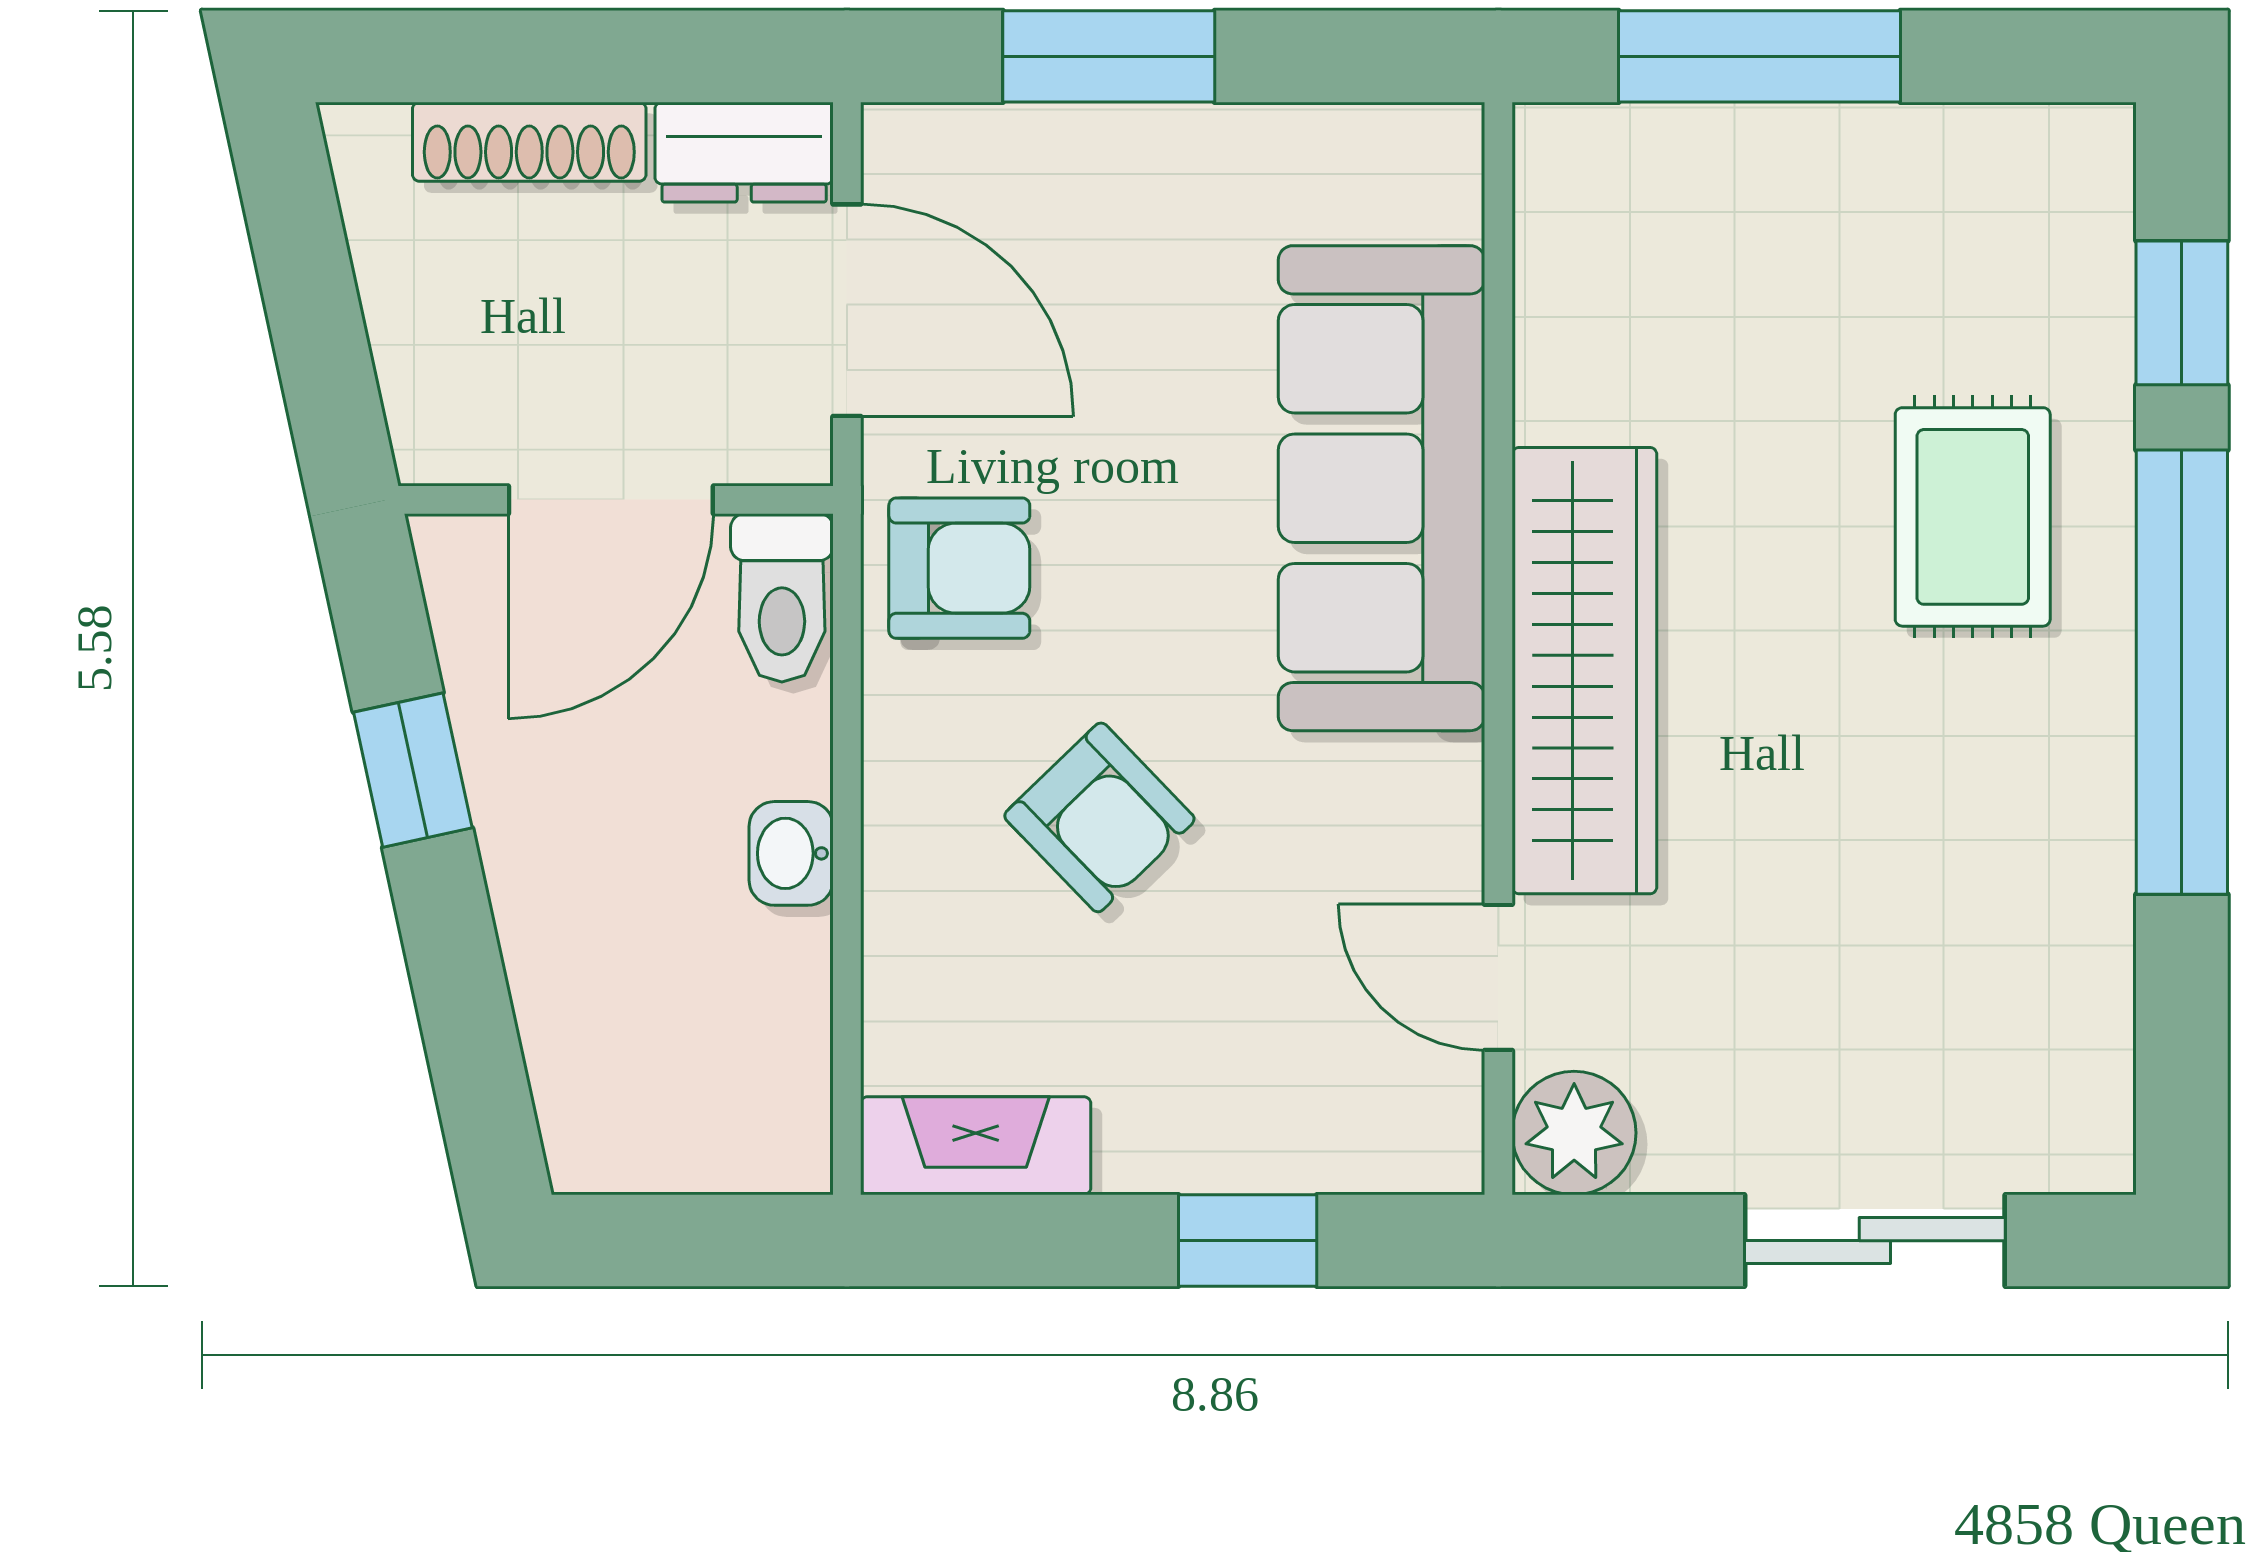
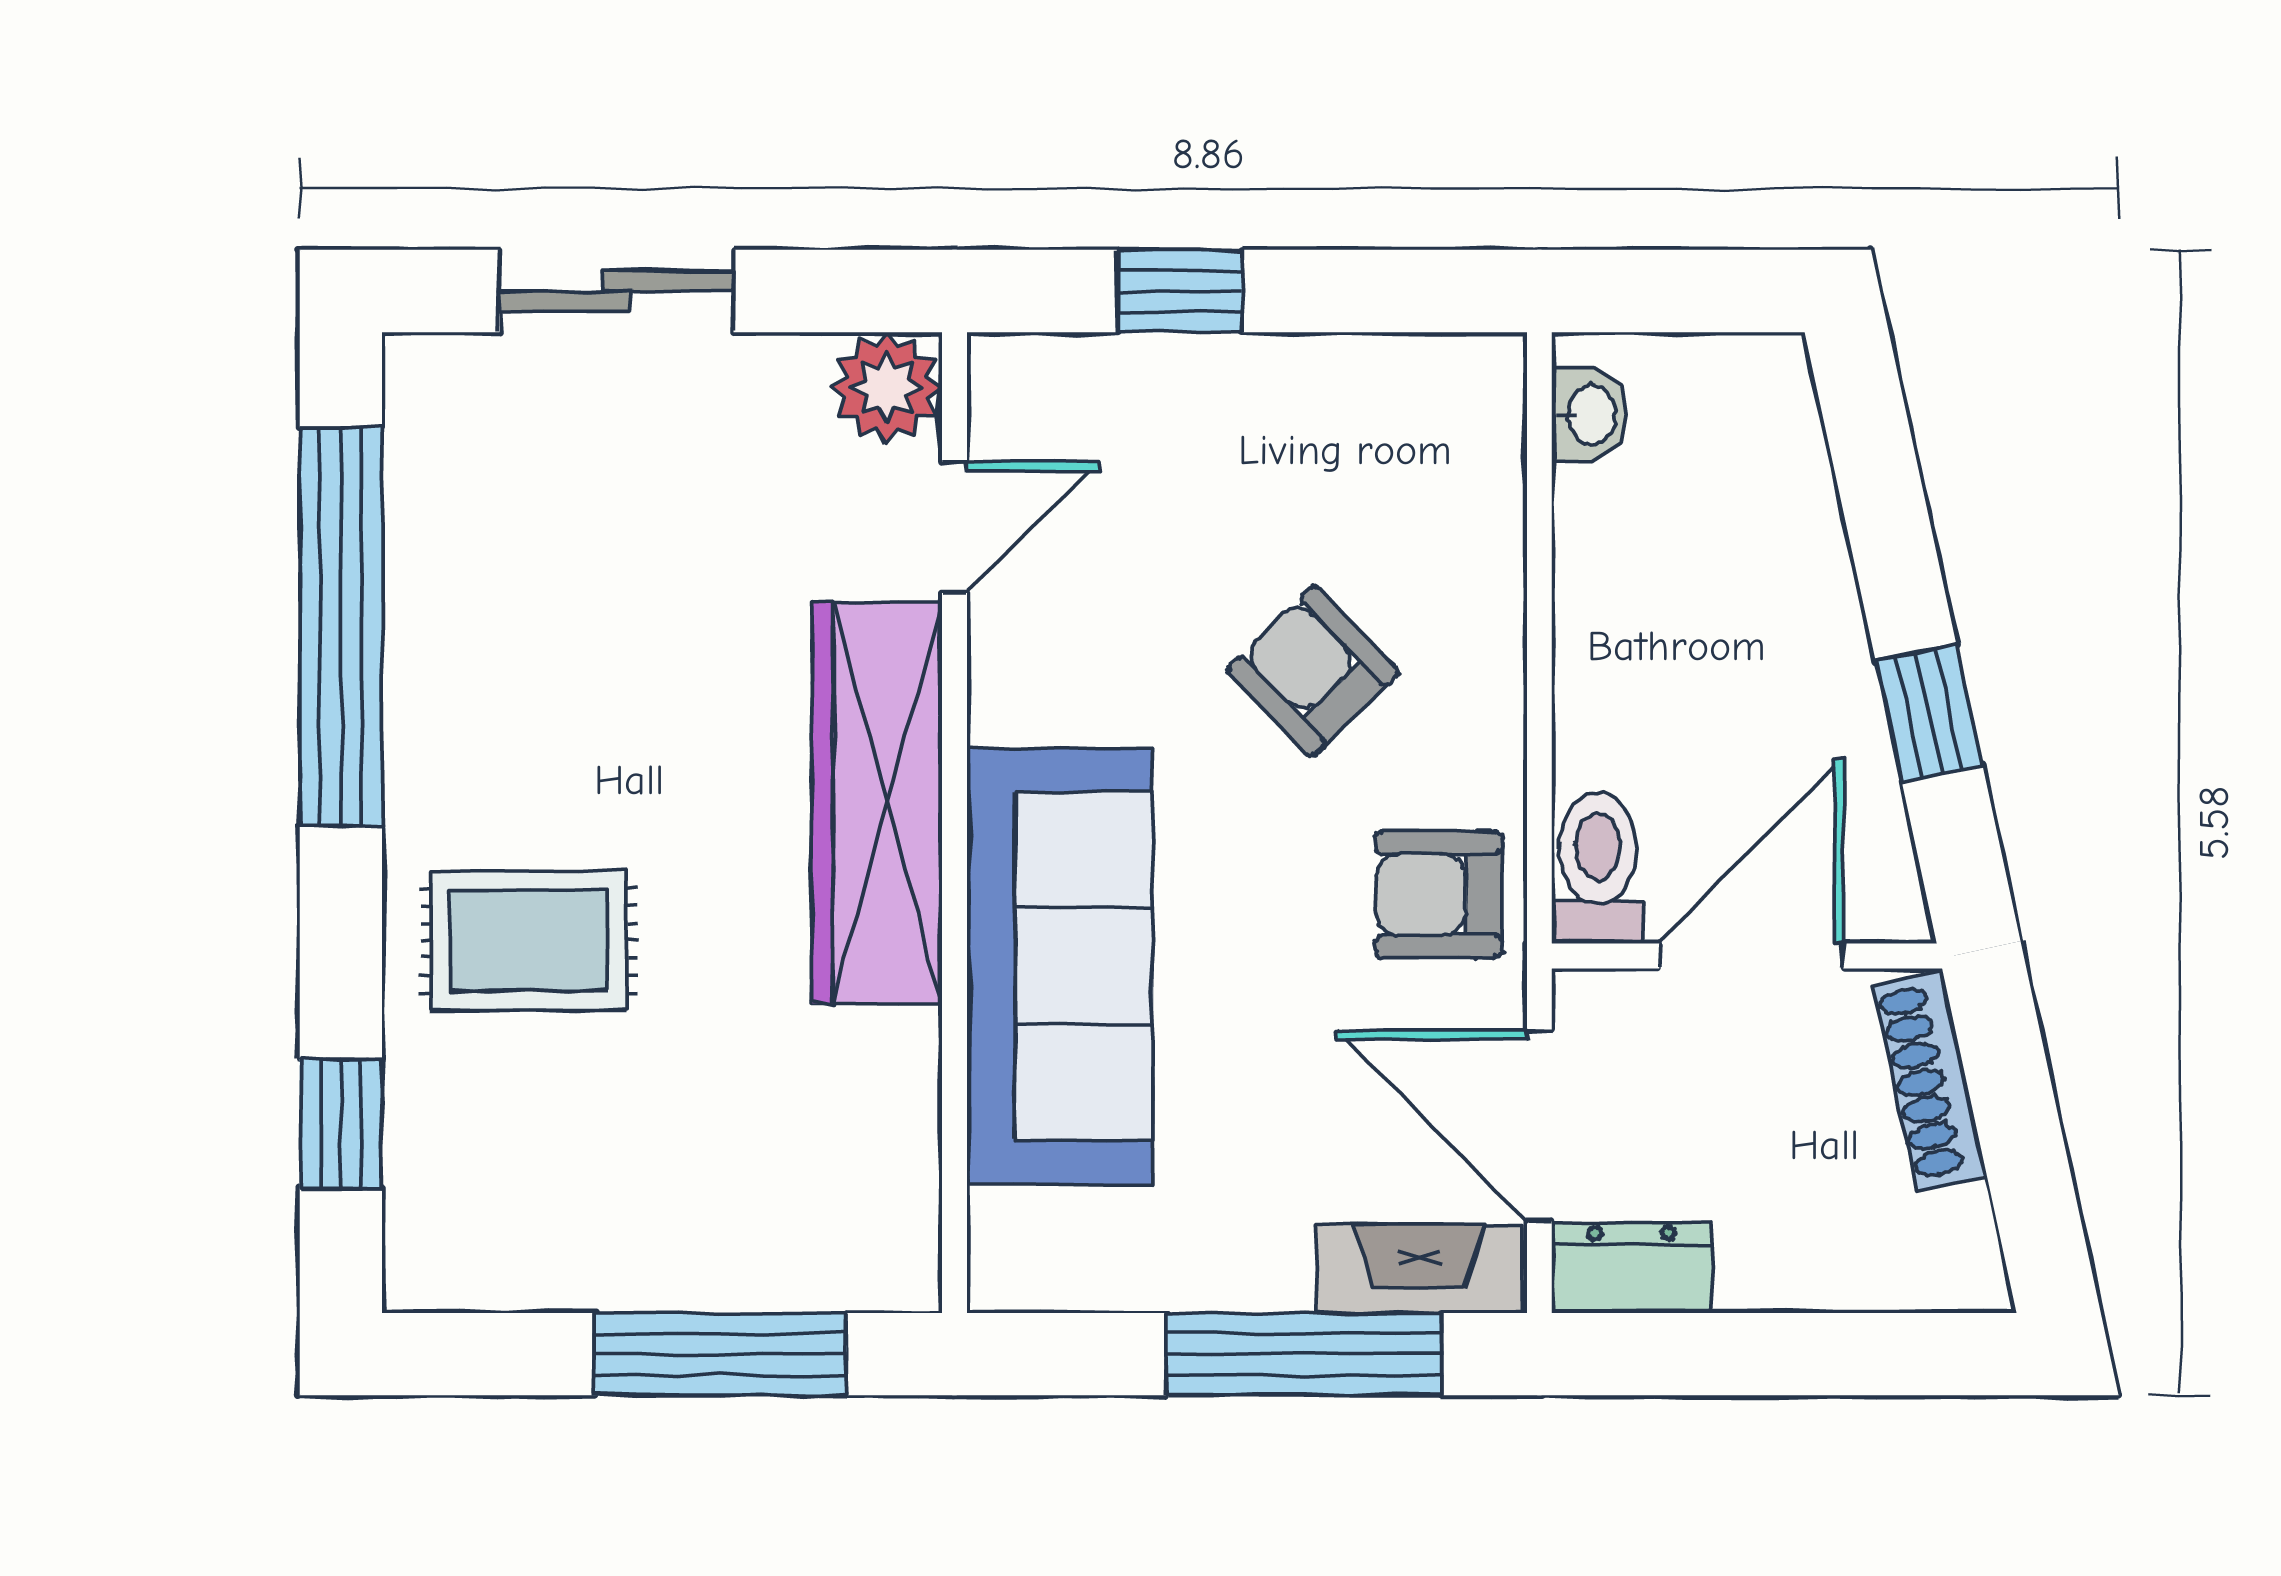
window: (1109, 56) -> (1304, 1354), width x1.44
shoe rack: (529, 142) -> (1930, 1080), moved, turned -102
rug: (1973, 517) -> (529, 941), turned 90
window: (2182, 672) -> (341, 626), moved
washbasin: (791, 853) -> (1589, 415), moved
door: (1498, 977) -> (955, 527), hinge flipped
fireplace: (976, 1146) -> (1419, 1269), moved, turned 180

